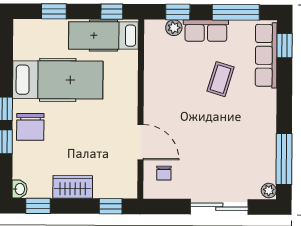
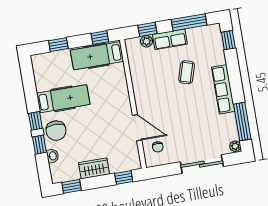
row of seats: (266, 55) -> (223, 89), moved
hospital bed: (58, 80) -> (63, 99), width x0.73, depth x0.78
washbasin: (19, 189) -> (53, 156), moved

